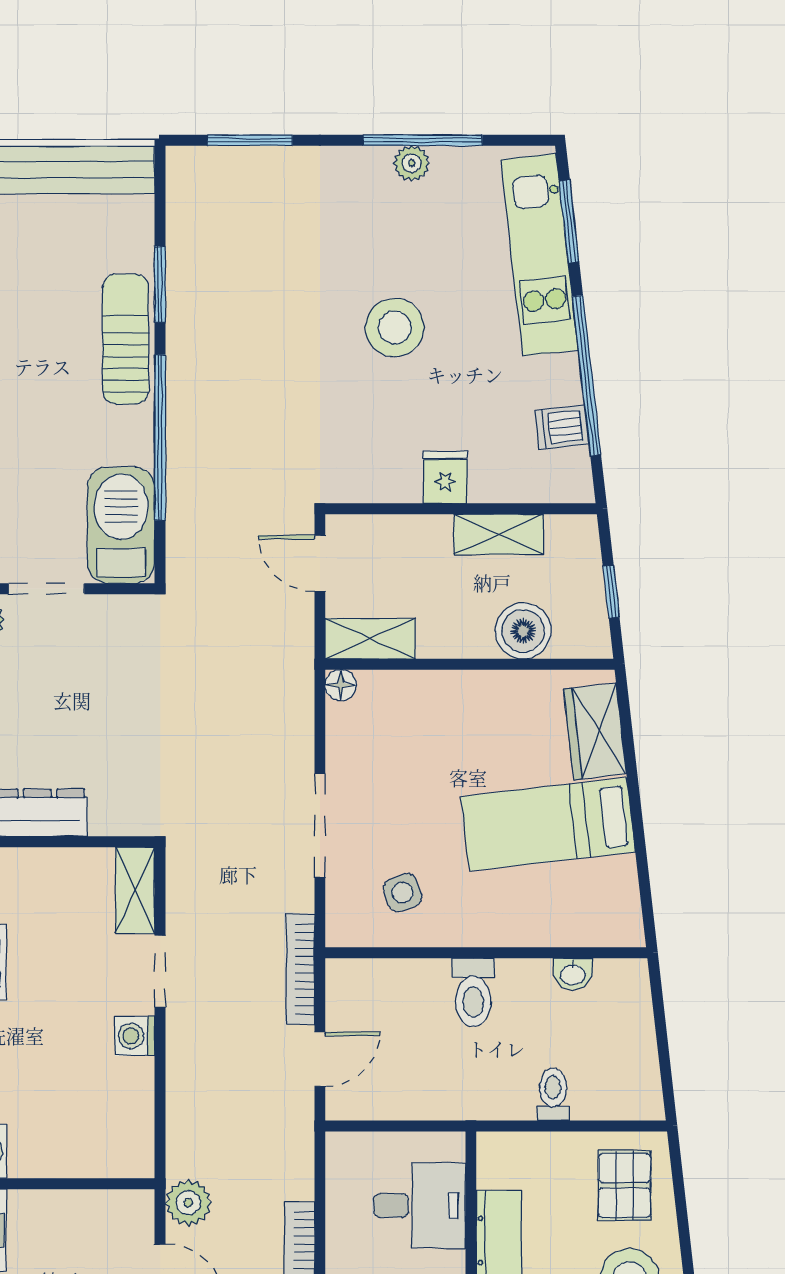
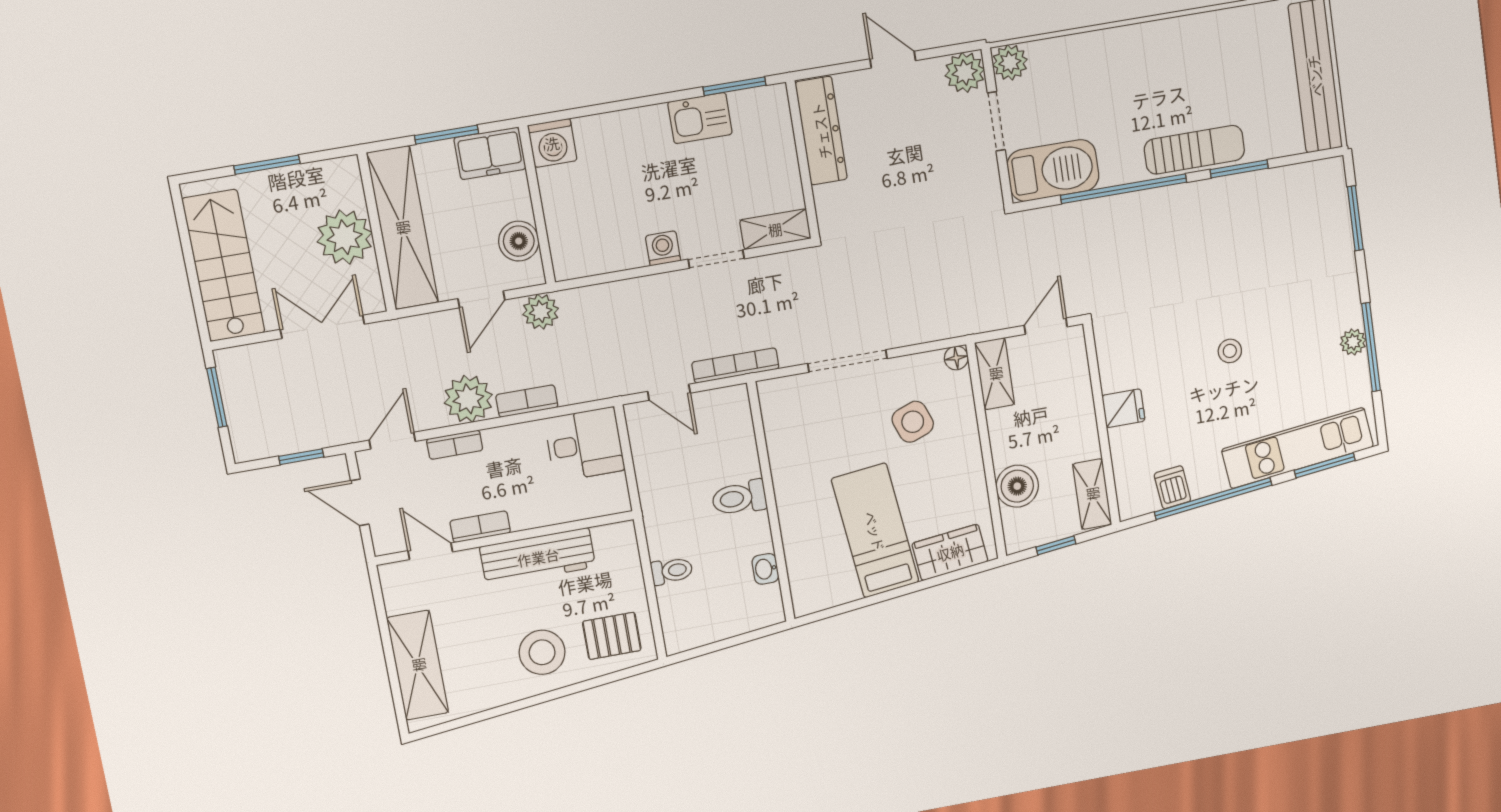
stool: (395, 328) -> (1230, 351), width x0.53, depth x0.53
shelving: (499, 534) -> (1092, 494), moved
side table: (403, 893) -> (913, 422), moved, width x1.37, depth x1.37
desk: (420, 1206) -> (584, 444), moved, turned -90
boiler: (95, 1214) -> (519, 241), added

